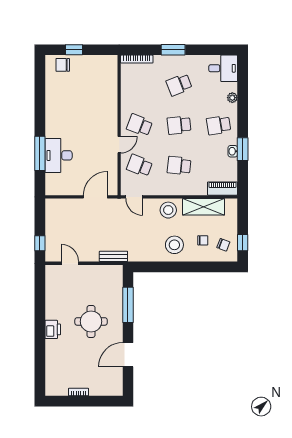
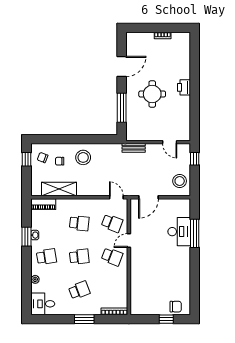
stool: (168, 210) -> (180, 181), moved

